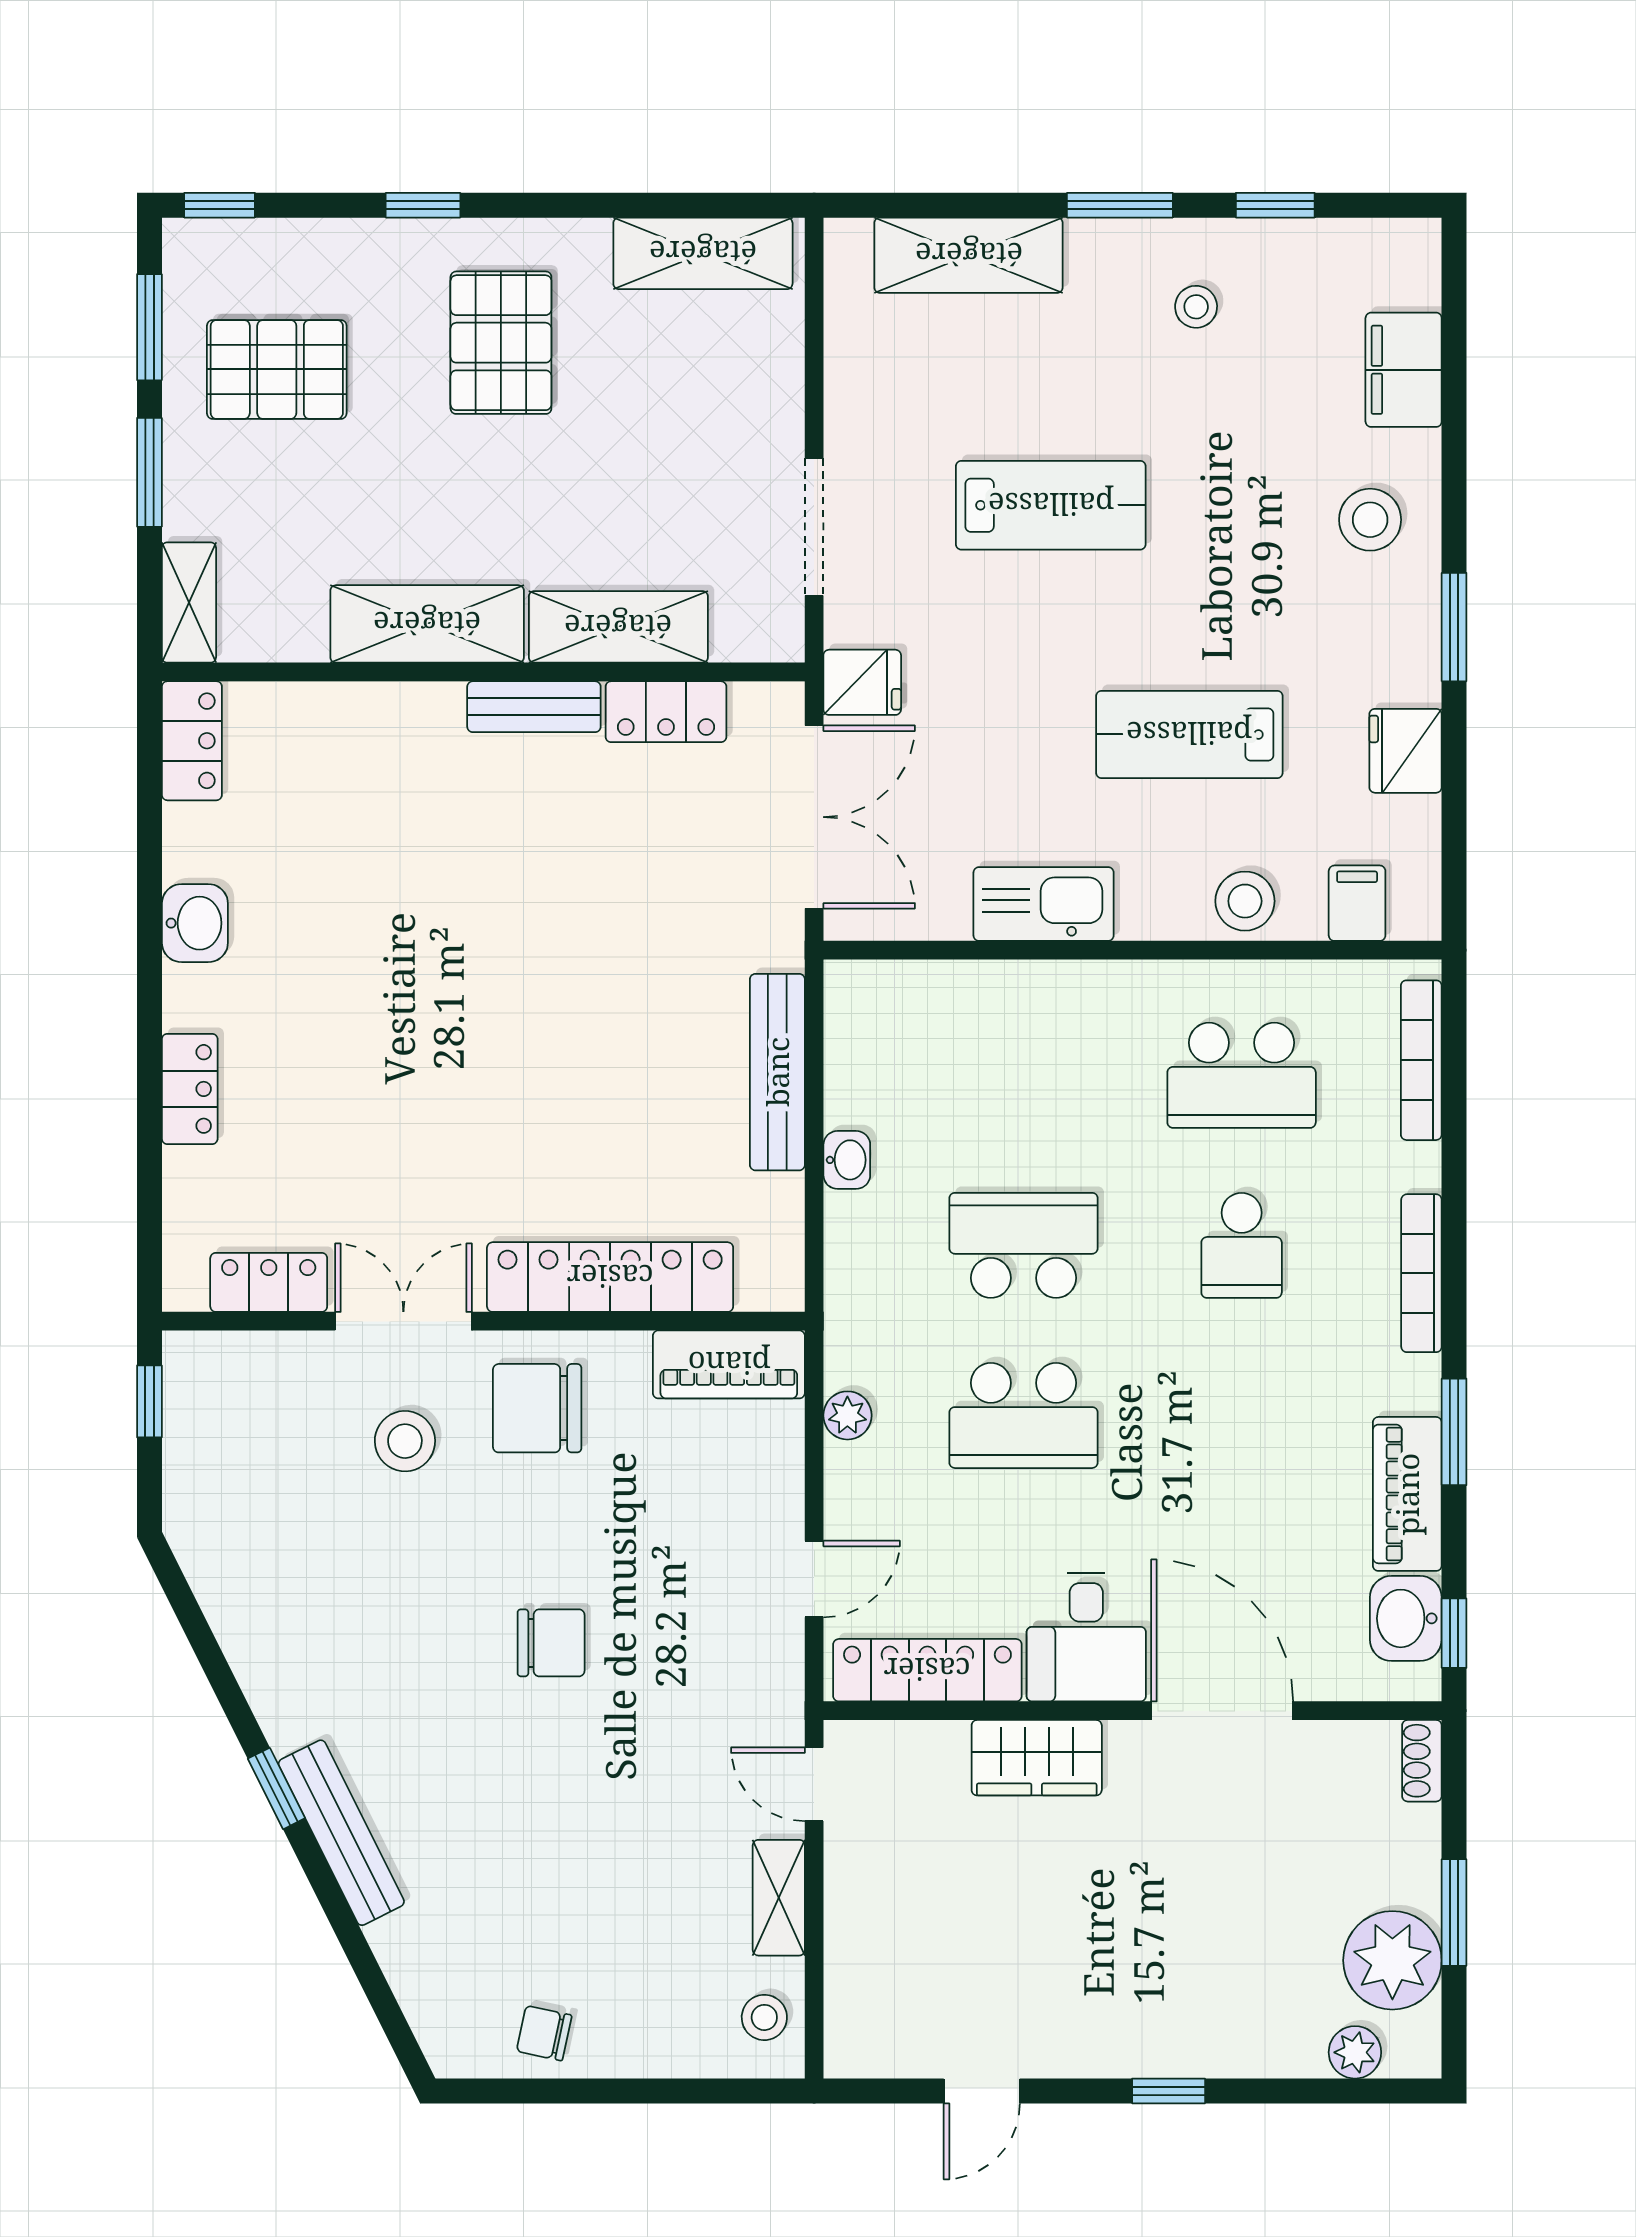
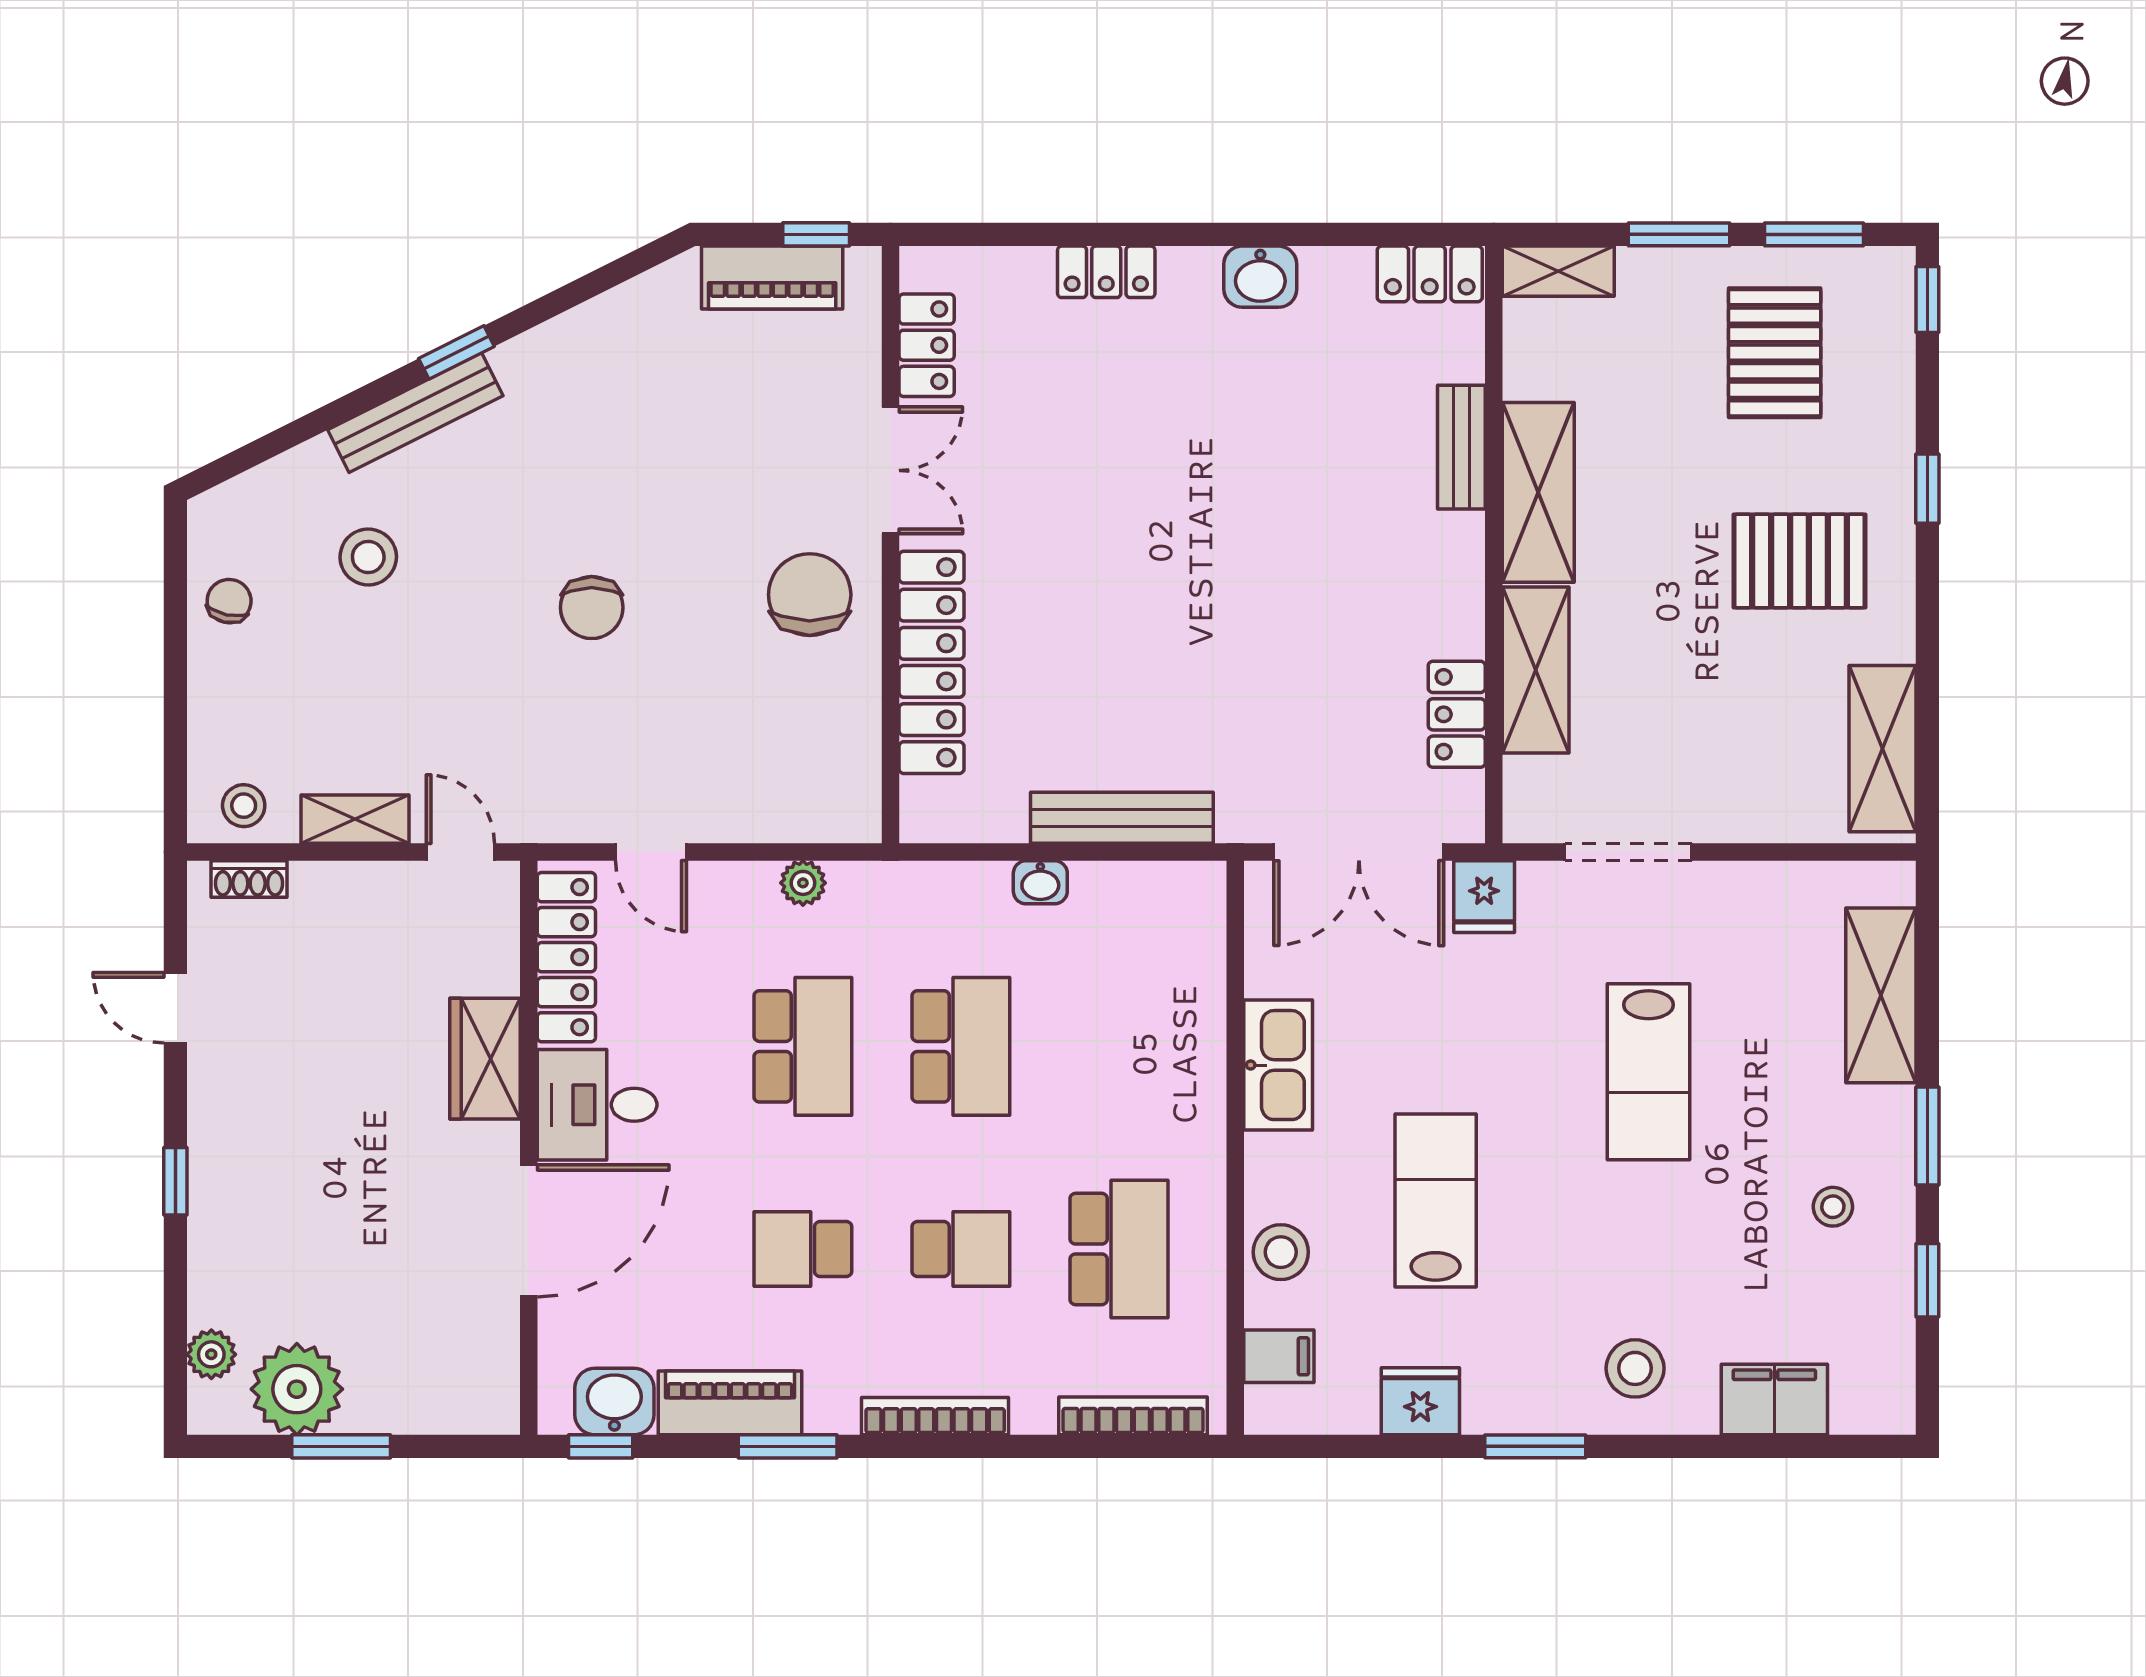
bench: (534, 707) -> (1461, 447), moved
school desk: (1242, 1075) -> (1119, 1249), turned 180
school desk: (1242, 1245) -> (961, 1249), turned 180
piano: (729, 1364) -> (772, 277), moved, turned -90
school desk: (1023, 1415) -> (803, 1046), turned 180
school desk: (1242, 1415) -> (803, 1249), added
stool: (405, 1441) -> (368, 557), moved
shoe rack: (1422, 1761) -> (249, 879), moved, turned 180
door: (814, 1784) -> (460, 852), hinge flipped

